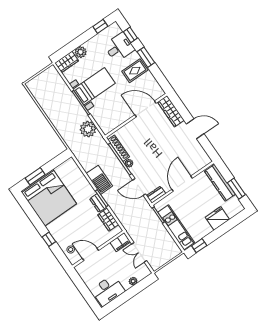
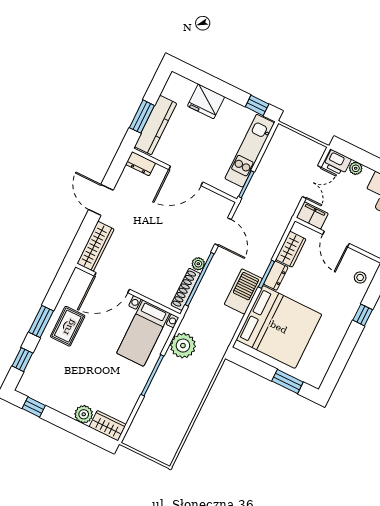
desk: (119, 47) -> (48, 365), removed
rug: (135, 71) -> (68, 326), turned 90
bed with nightstands: (94, 86) -> (143, 333), moved, turned -90
door: (145, 109) -> (112, 283), hinge flipped
window: (236, 189) -> (142, 117), moved
dresser: (156, 195) -> (141, 164), moved
bed: (49, 198) -> (279, 327), moved, turned 90
door: (91, 254) -> (336, 239), moved
printer: (142, 273) -> (337, 162), added

